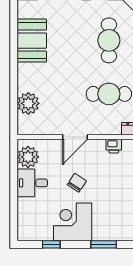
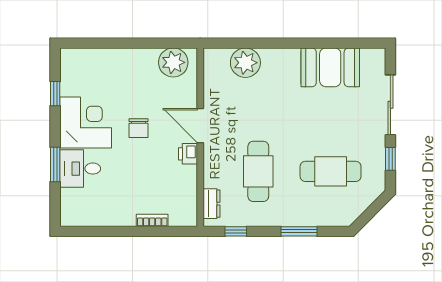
printer: (114, 146) -> (188, 154), moved
desk: (32, 183) -> (80, 169), moved, turned -90
chair: (77, 183) -> (138, 128), turned 57

